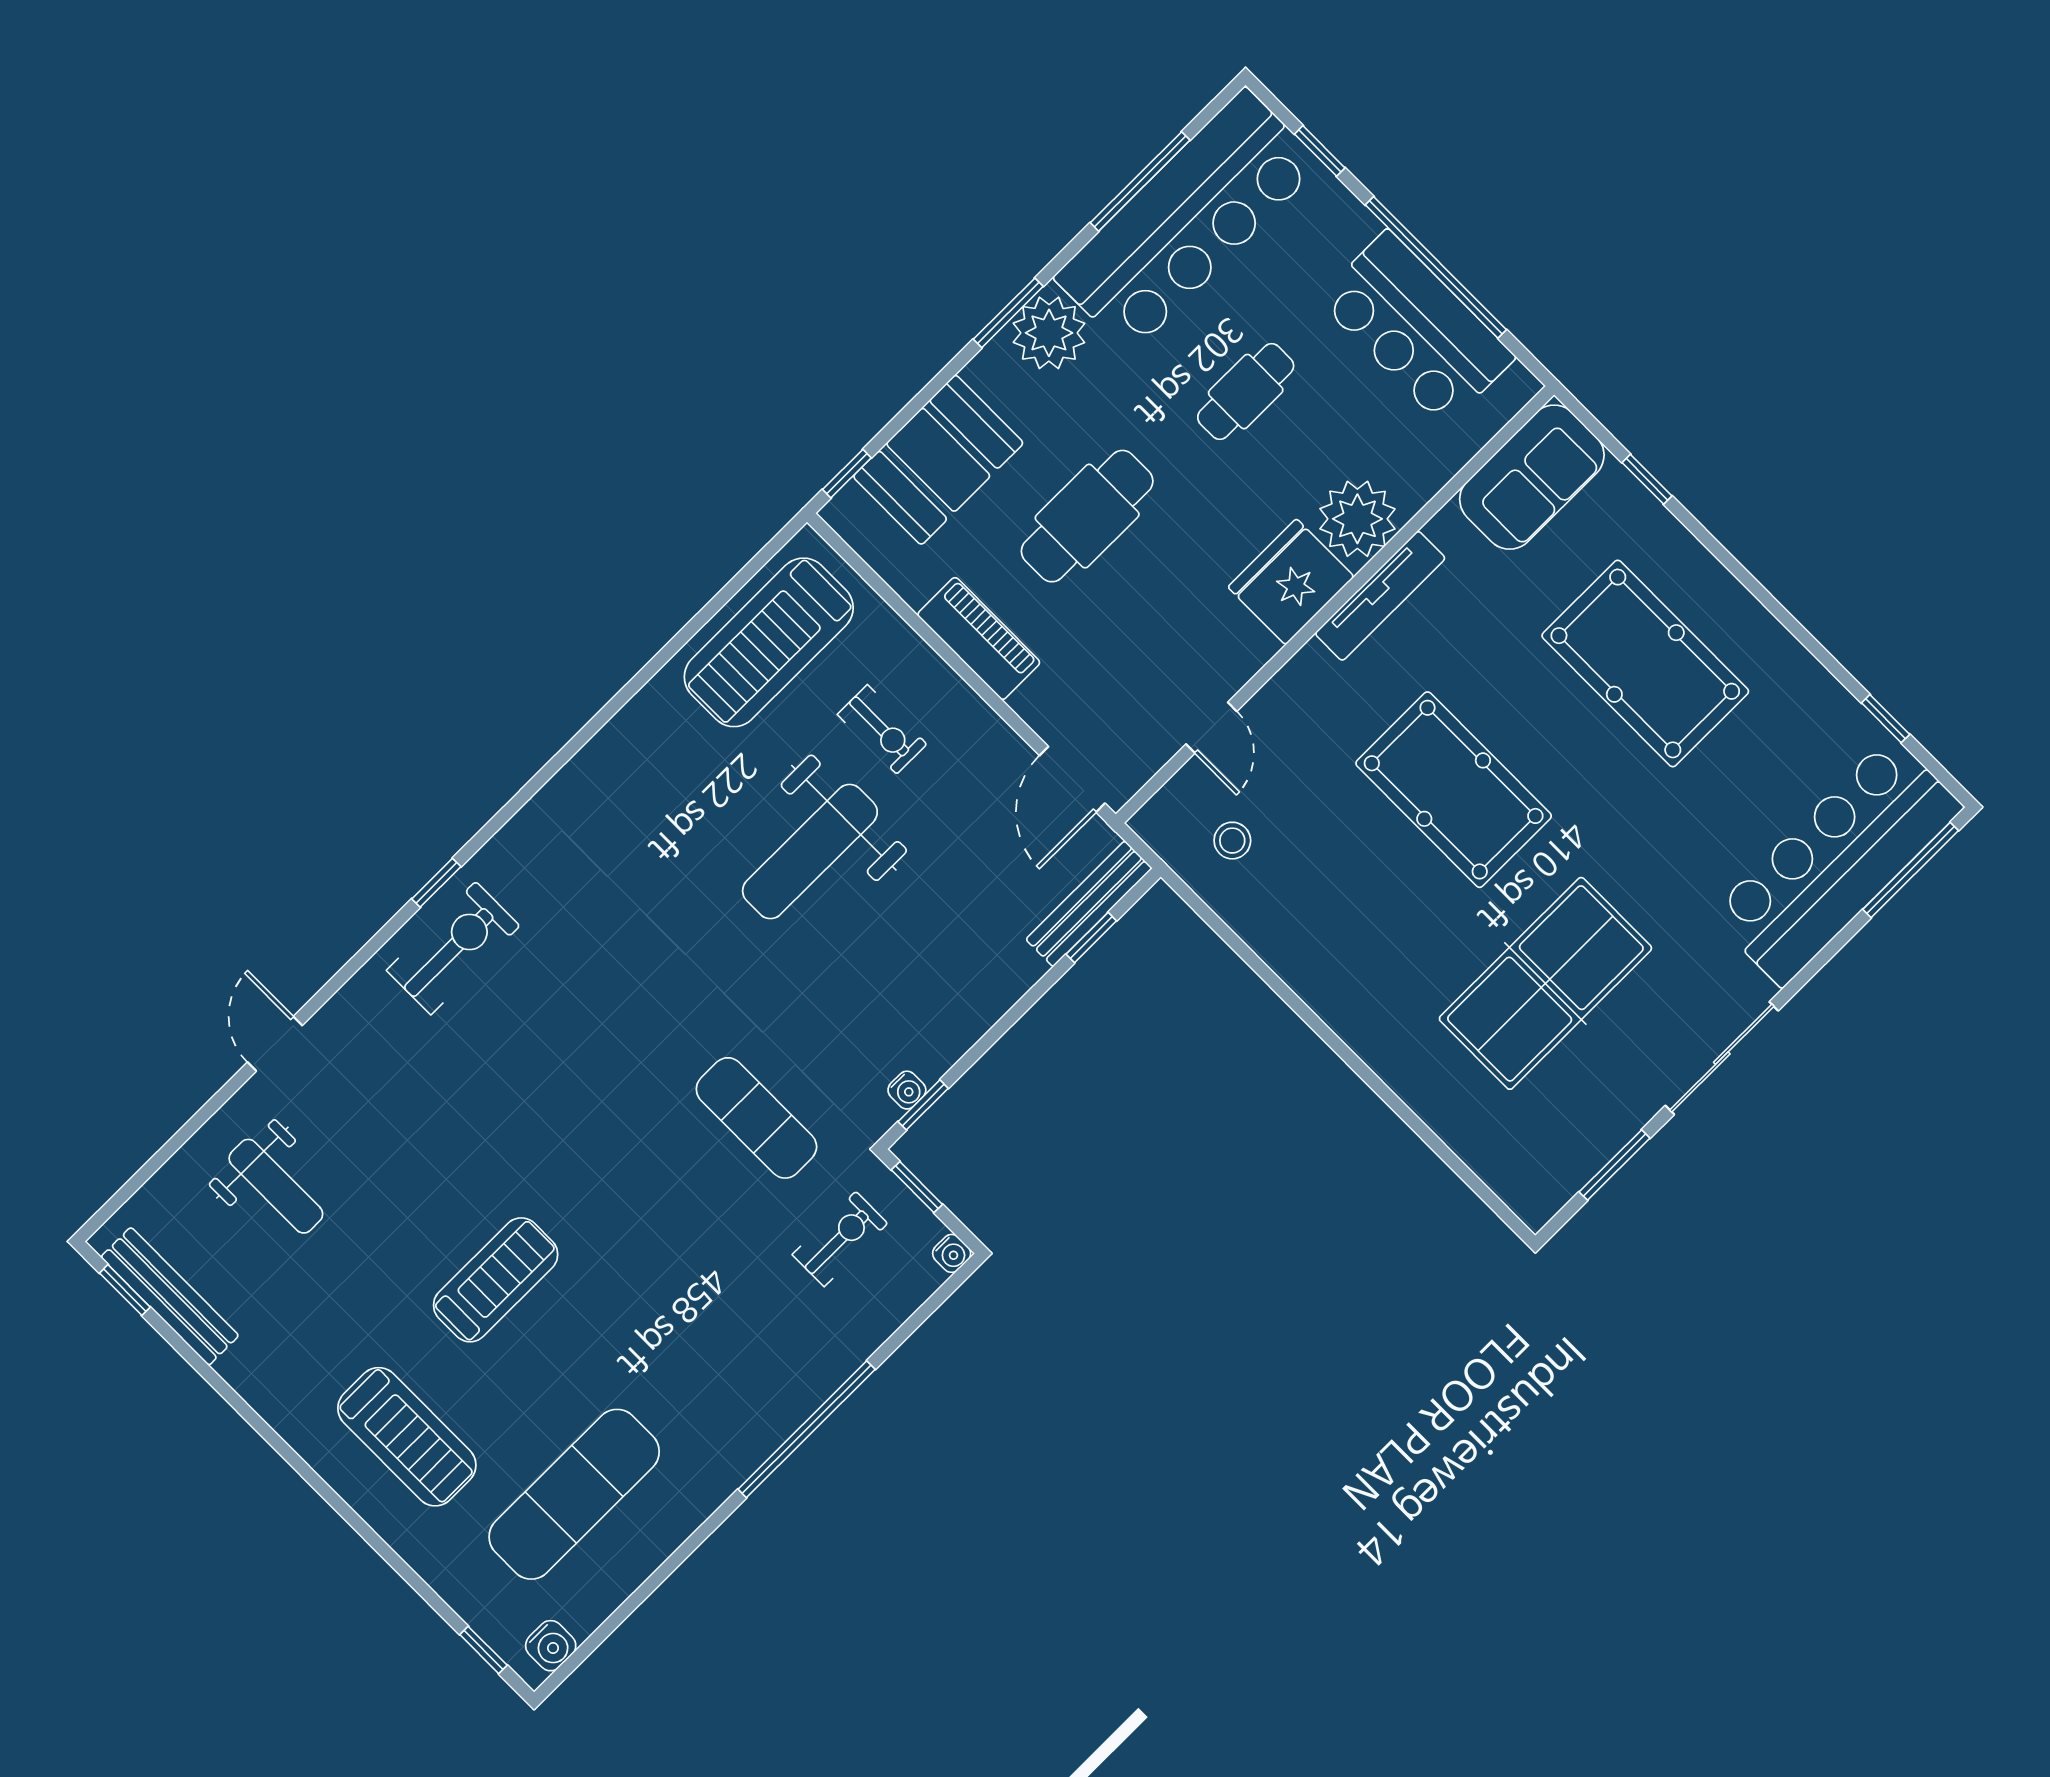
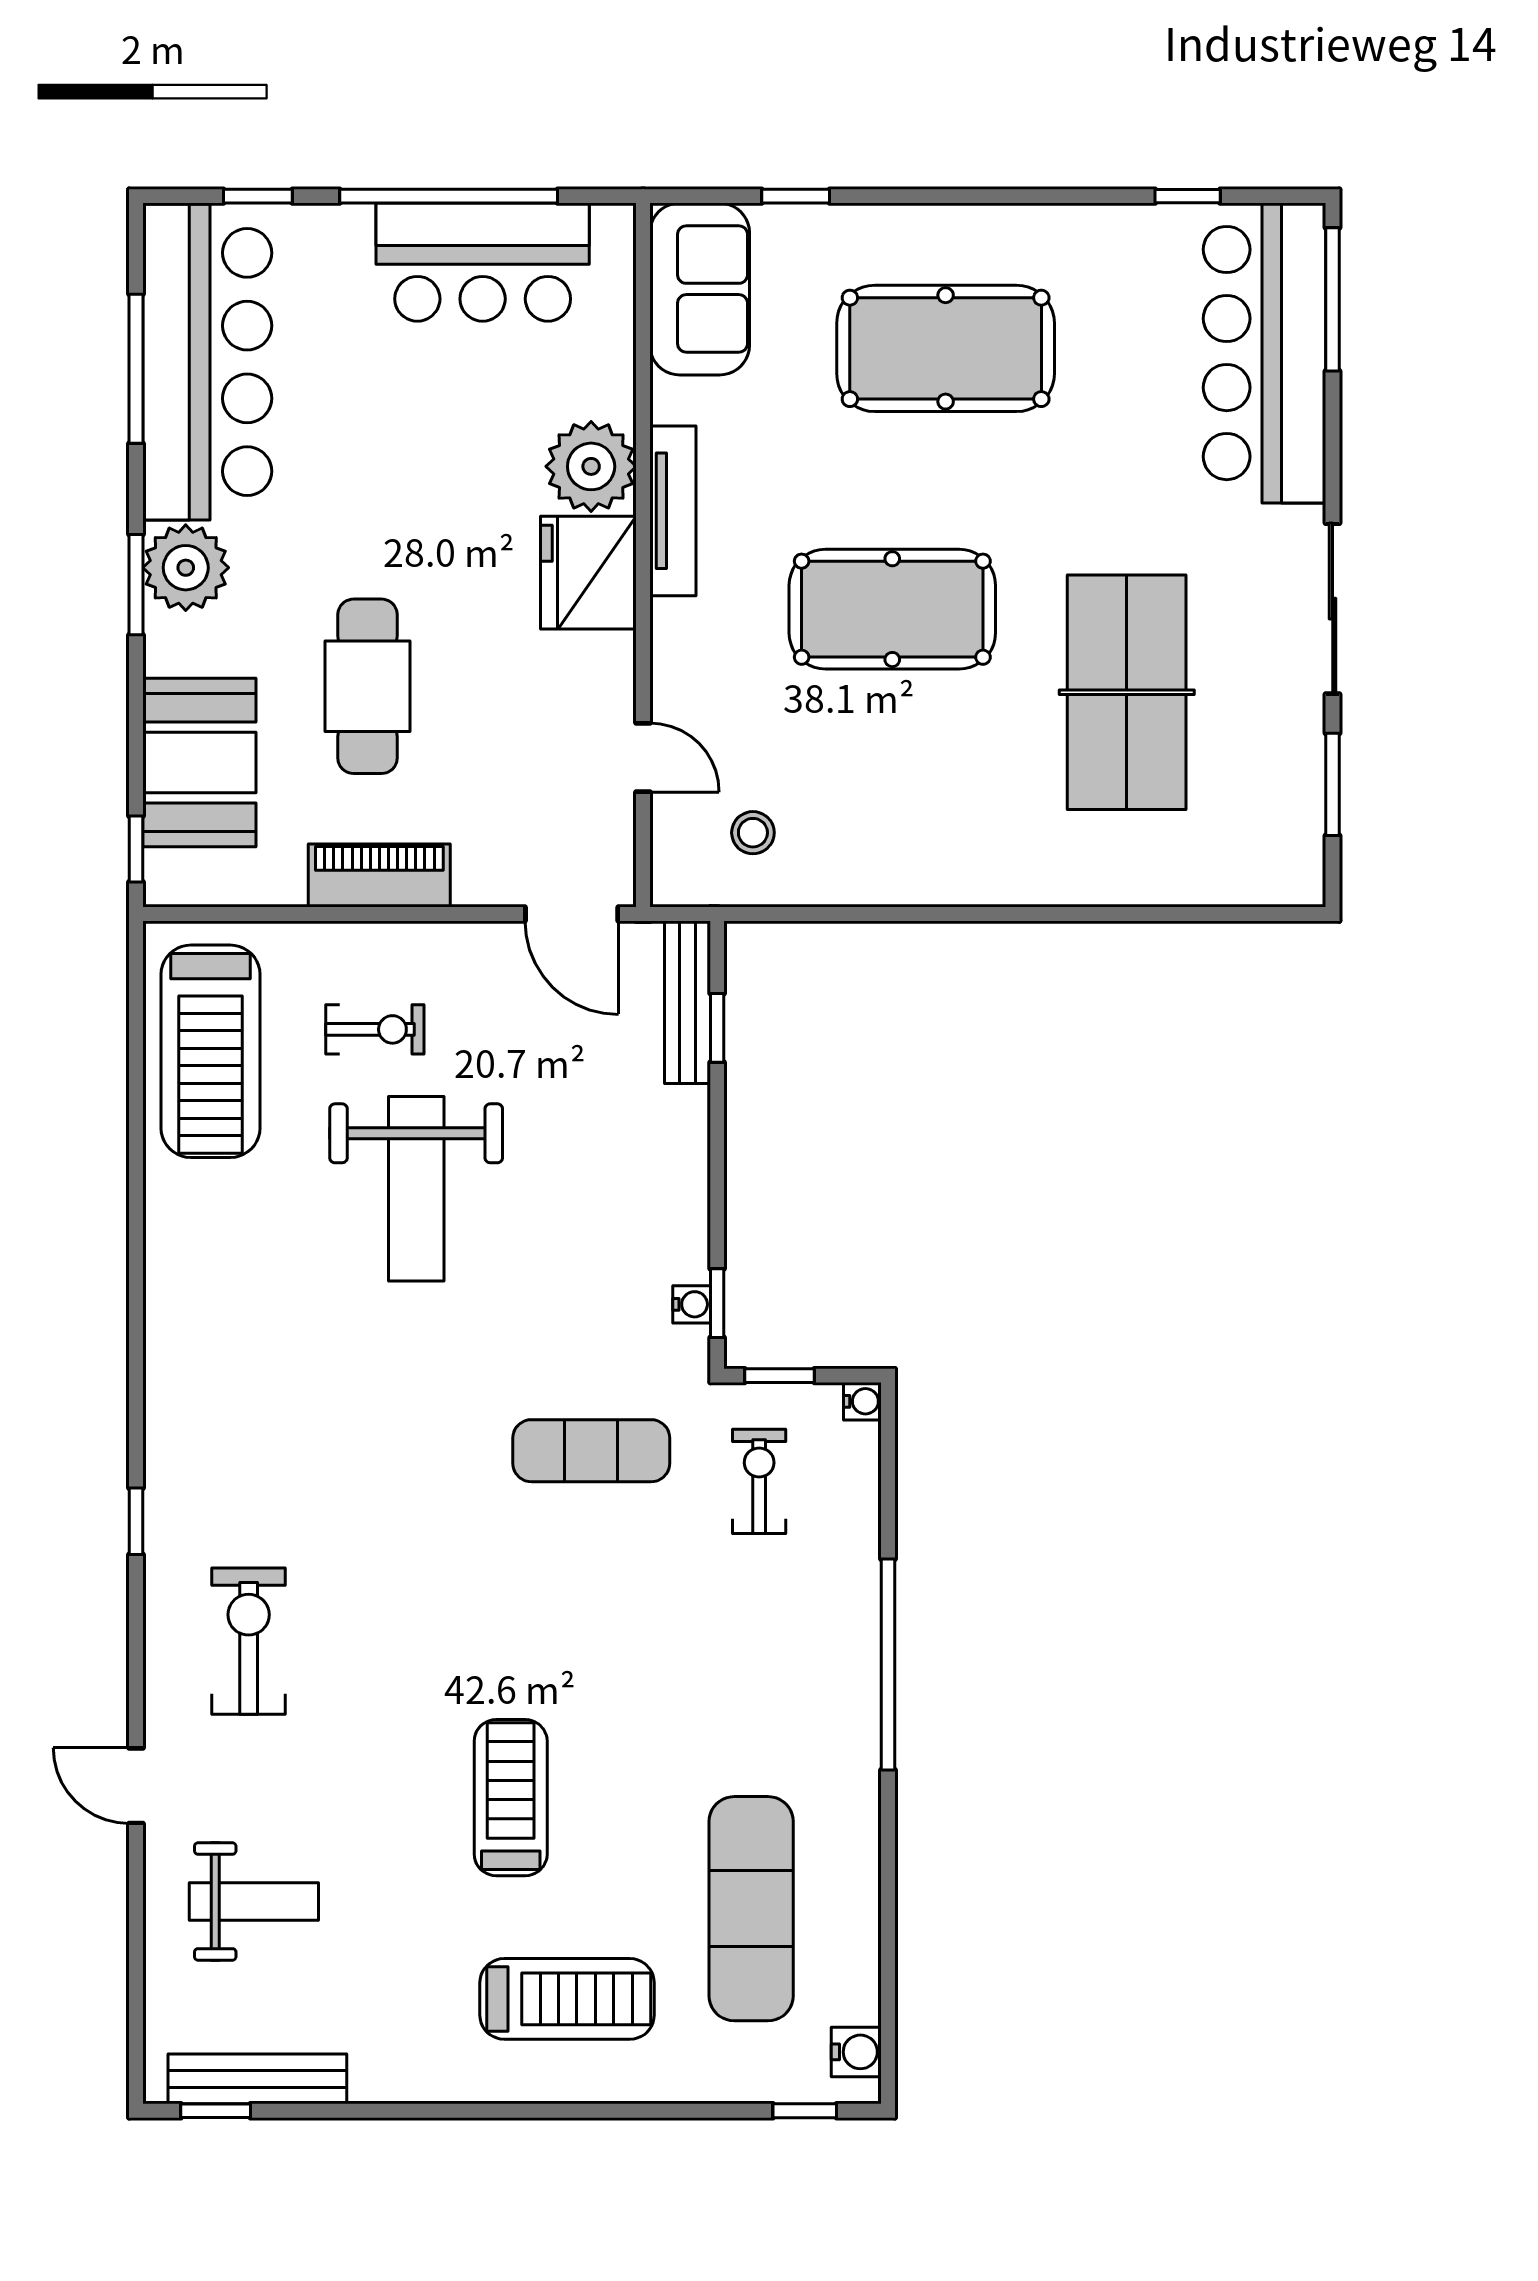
cafe table: (1246, 392) -> (395, 454), removed
exercise bike: (453, 948) -> (249, 1641), moved

